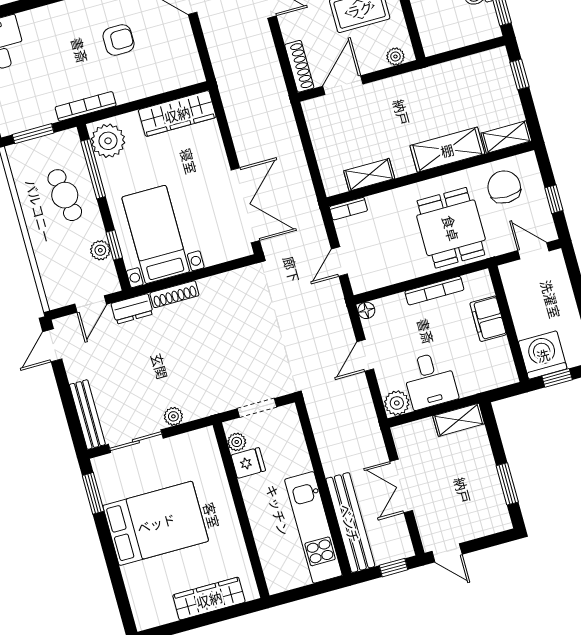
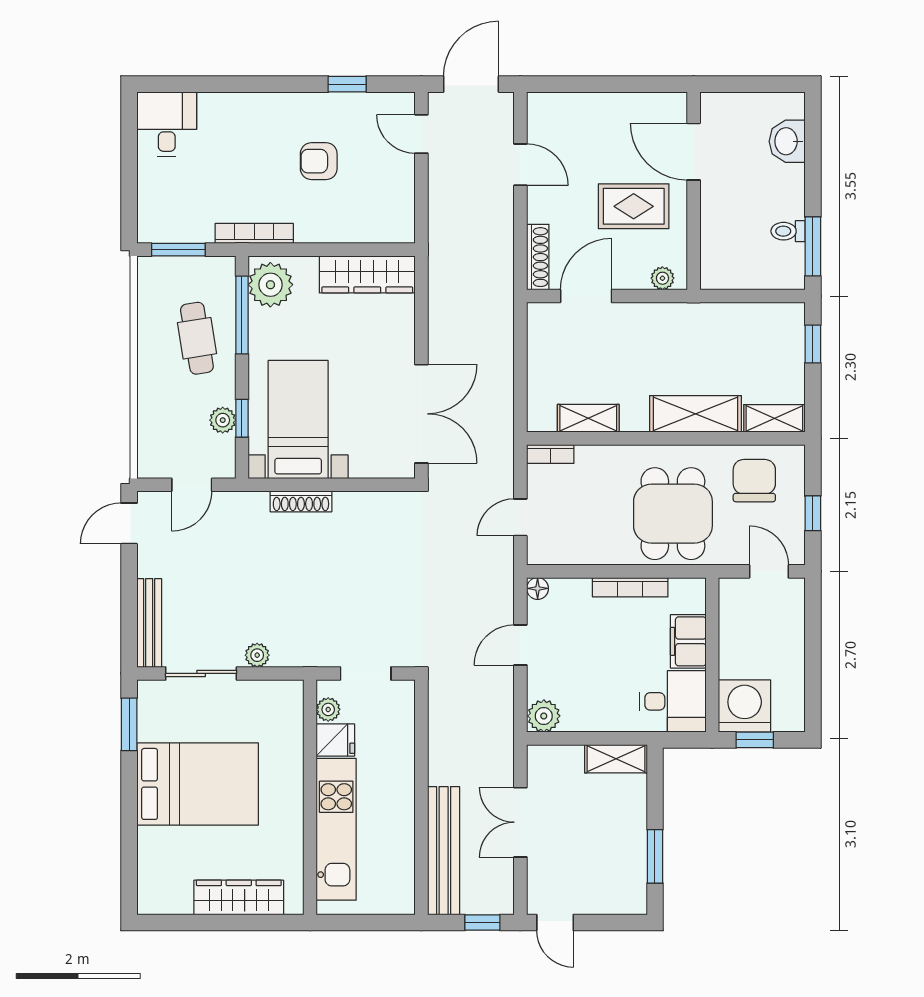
armchair: (119, 40) -> (319, 161), turned 180
dresser: (132, 309) -> (243, 505), removed
desk: (430, 380) -> (673, 701), moved, turned -90
kitchen unit: (313, 527) -> (336, 829), moved, turned 180

